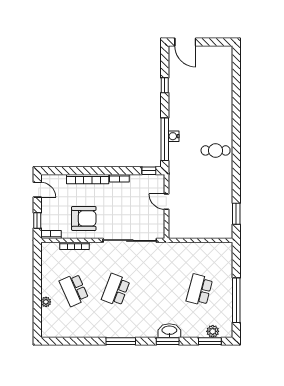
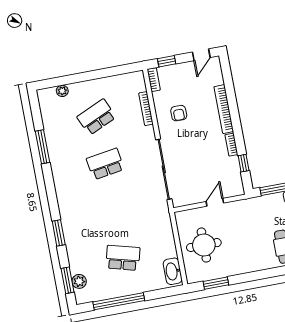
window: (149, 171) -> (244, 163), moved
armchair: (84, 218) -> (179, 113), width x0.53, depth x0.53
round table: (201, 218) -> (204, 245), added
school desk: (116, 290) -> (105, 164), turned -30
plant: (46, 302) -> (62, 91), moved
washbasin: (169, 331) -> (173, 271), moved, turned 180
window: (121, 341) -> (43, 147), moved

